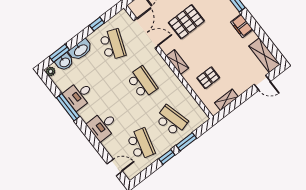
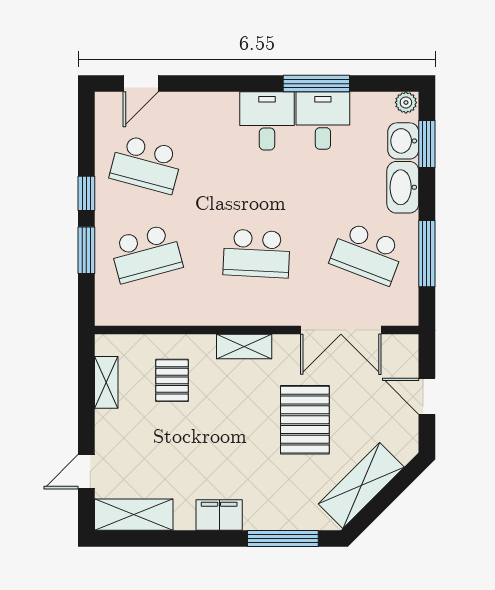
window: (97, 24) -> (427, 254), width x2.17
desk: (103, 126) -> (267, 121), moved

